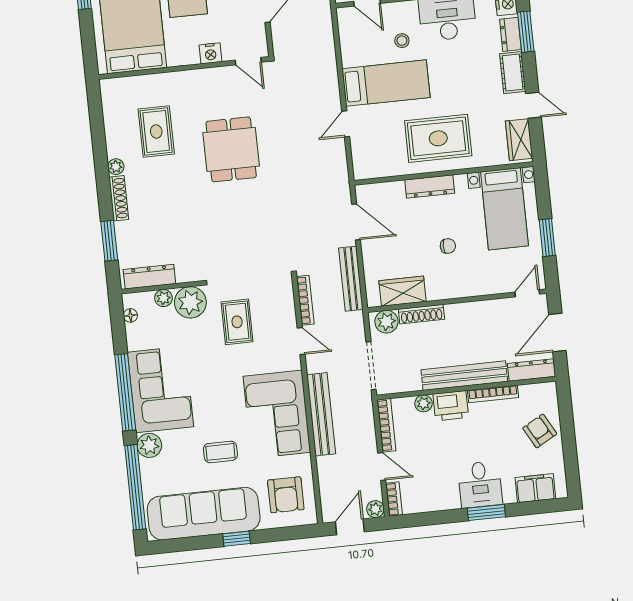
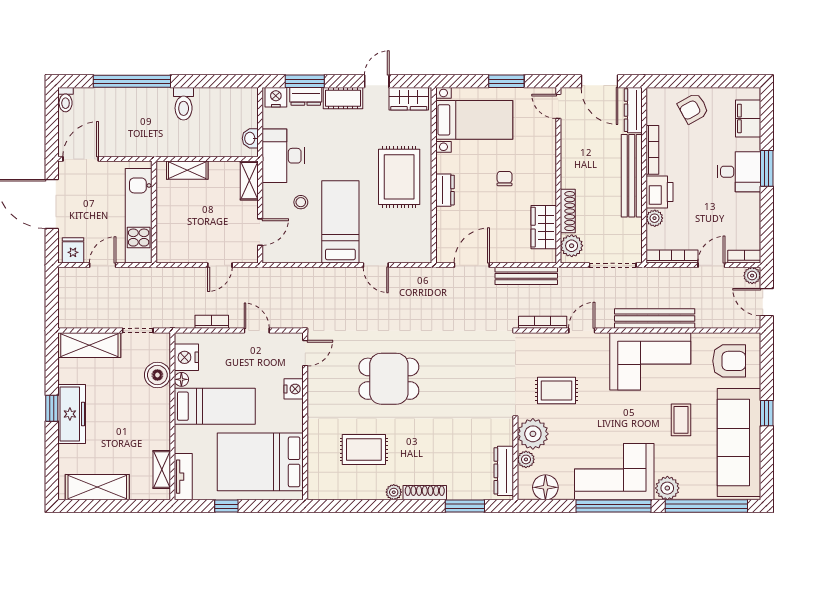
dresser: (430, 186) -> (445, 190), width x0.70
floor lamp: (130, 315) -> (545, 487), width x1.89, depth x1.89

